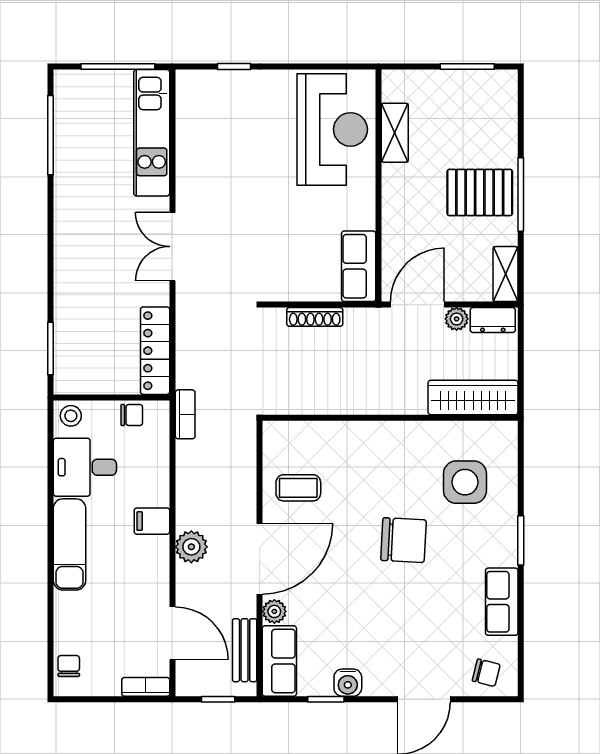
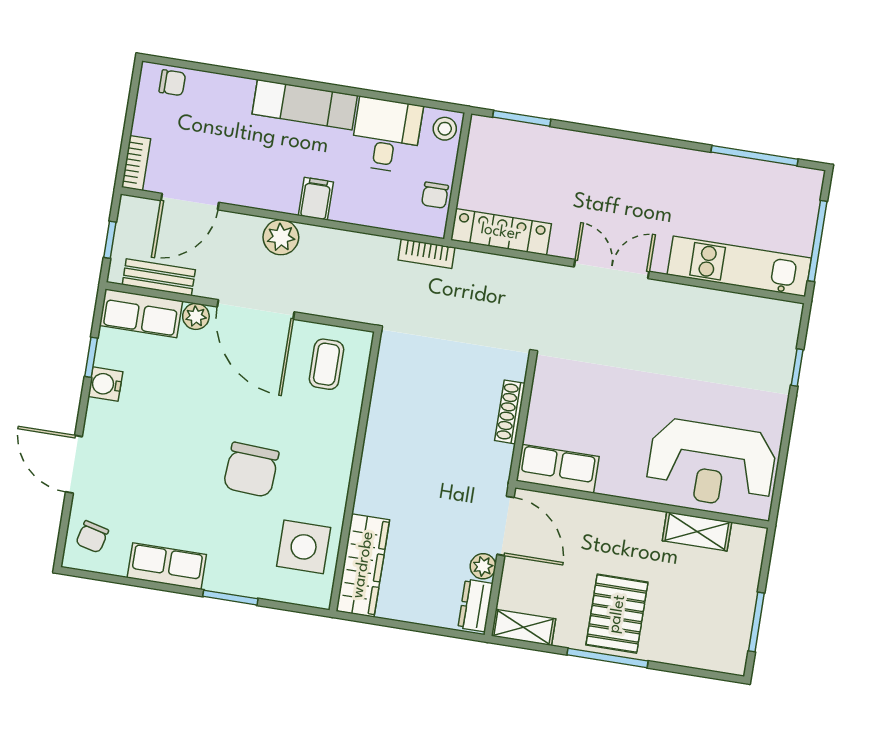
wardrobe: (473, 398) -> (363, 565), moved
wall: (390, 418) -> (355, 471), moved

